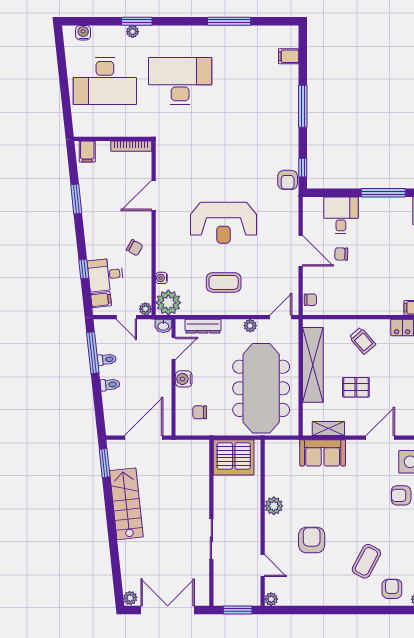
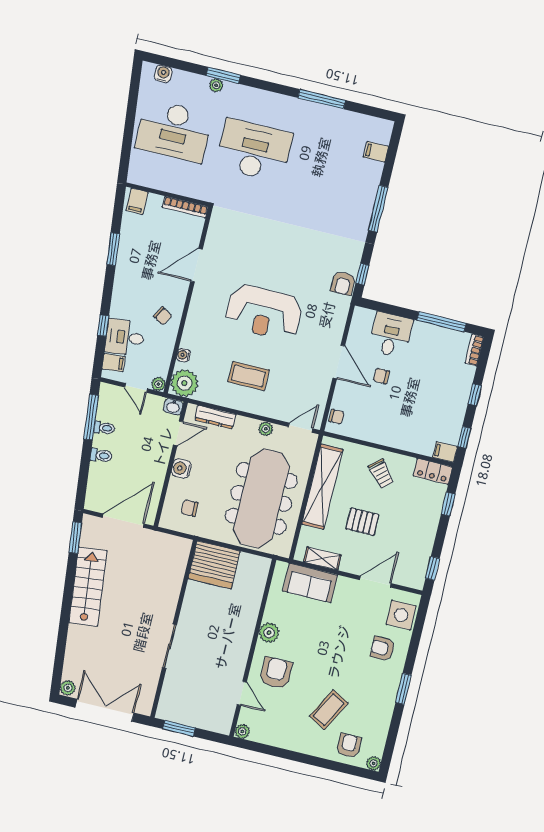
plant: (274, 506) -> (269, 633), moved
wall: (263, 523) -> (253, 648), moved
door: (263, 566) -> (242, 694), moved
plant: (271, 599) -> (242, 731), moved

